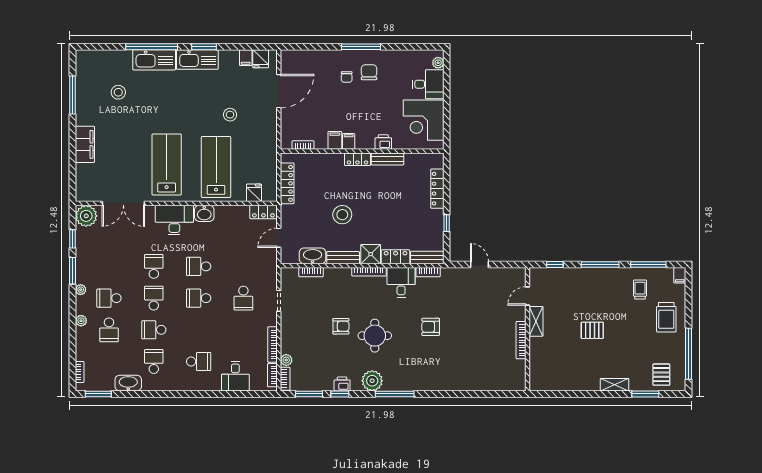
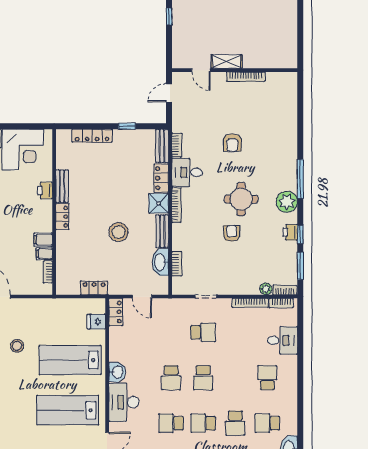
filing cabinet: (349, 141) -> (44, 254), moved
locker: (287, 183) -> (94, 288), width x0.66
door: (528, 296) -> (201, 70), moved
shelving: (536, 321) -> (227, 61), moved
wall: (528, 329) -> (235, 70), moved
bookcase: (521, 340) -> (246, 77), moved

